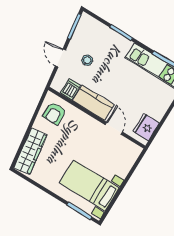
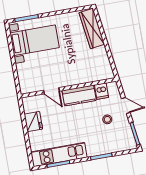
armchair: (54, 113) -> (98, 66), removed
fridge: (146, 127) -> (33, 122), moved

